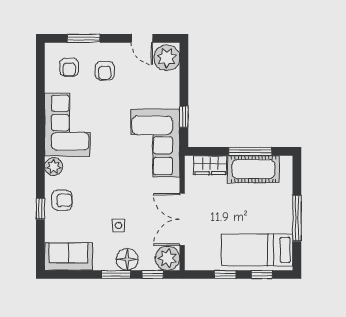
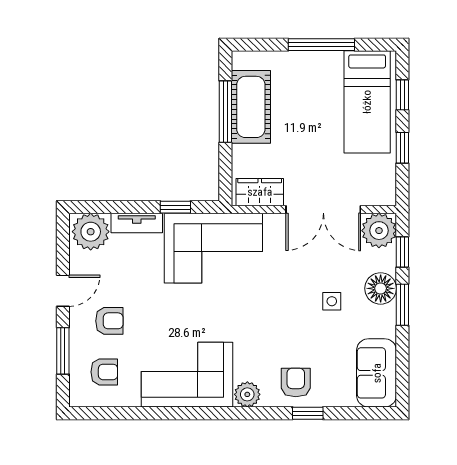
door: (142, 38) -> (63, 291), moved
tv unit: (173, 90) -> (137, 223), added
wardrobe: (210, 165) -> (260, 192), moved, turned -90

